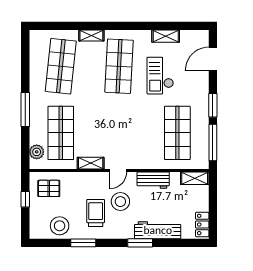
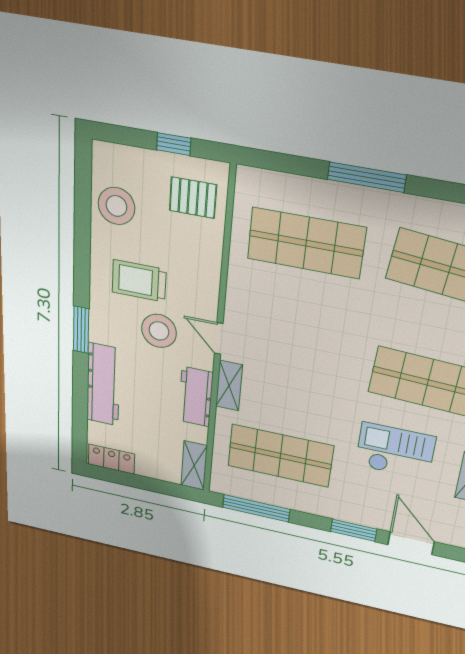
window: (213, 105) -> (354, 530), moved
plant: (37, 152) -> (272, 186), removed
shelving: (91, 163) -> (229, 386), moved
pallet: (49, 188) -> (193, 198), turned 90
trolley: (96, 213) -> (139, 281), turned 180
window: (83, 243) -> (82, 246), removed
window: (140, 243) -> (81, 330), moved

